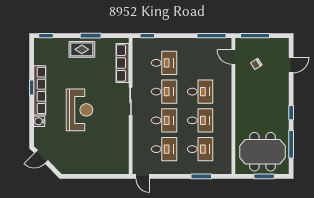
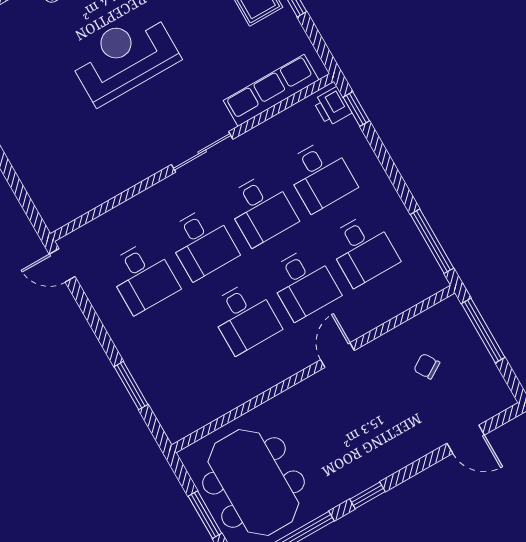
printer: (141, 44) -> (332, 107), added
door: (233, 57) -> (338, 355), moved
reception desk: (79, 110) -> (124, 57), turned 180
desk: (200, 149) -> (363, 250), moved
door: (143, 176) -> (62, 265), hinge flipped

